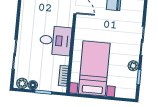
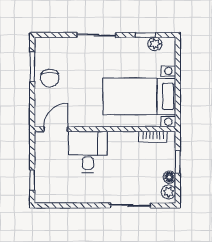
desk: (56, 41) -> (88, 152), moved
plant: (133, 66) -> (155, 44), moved

